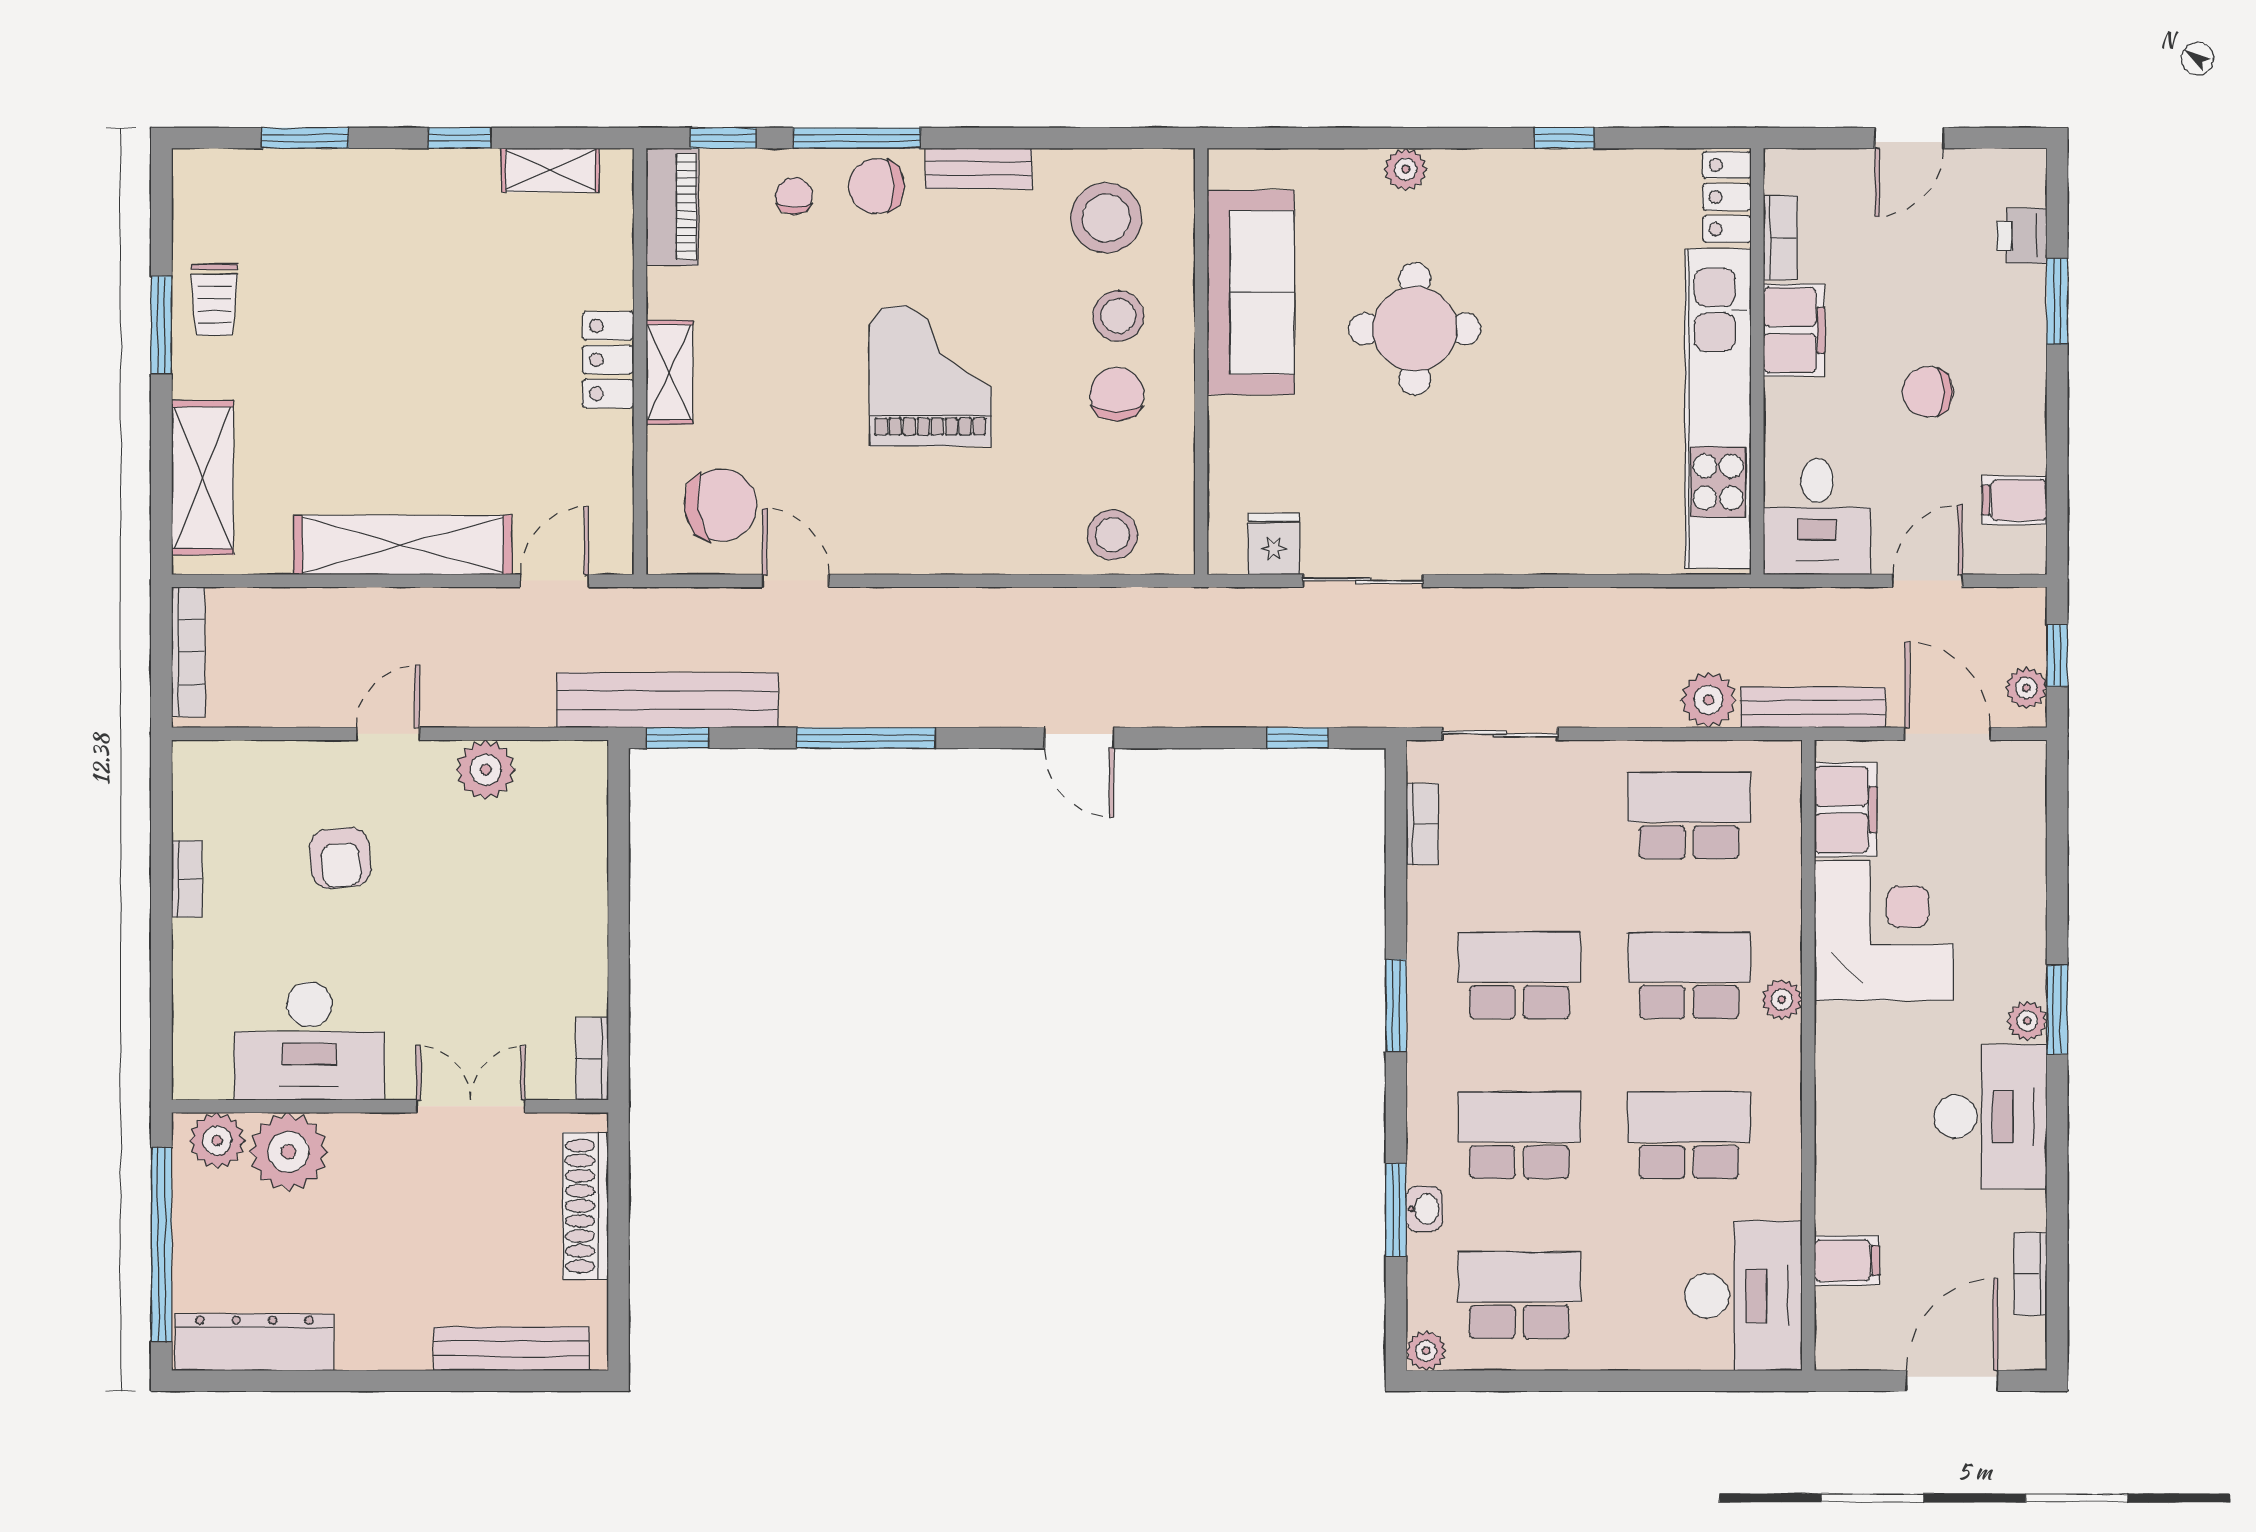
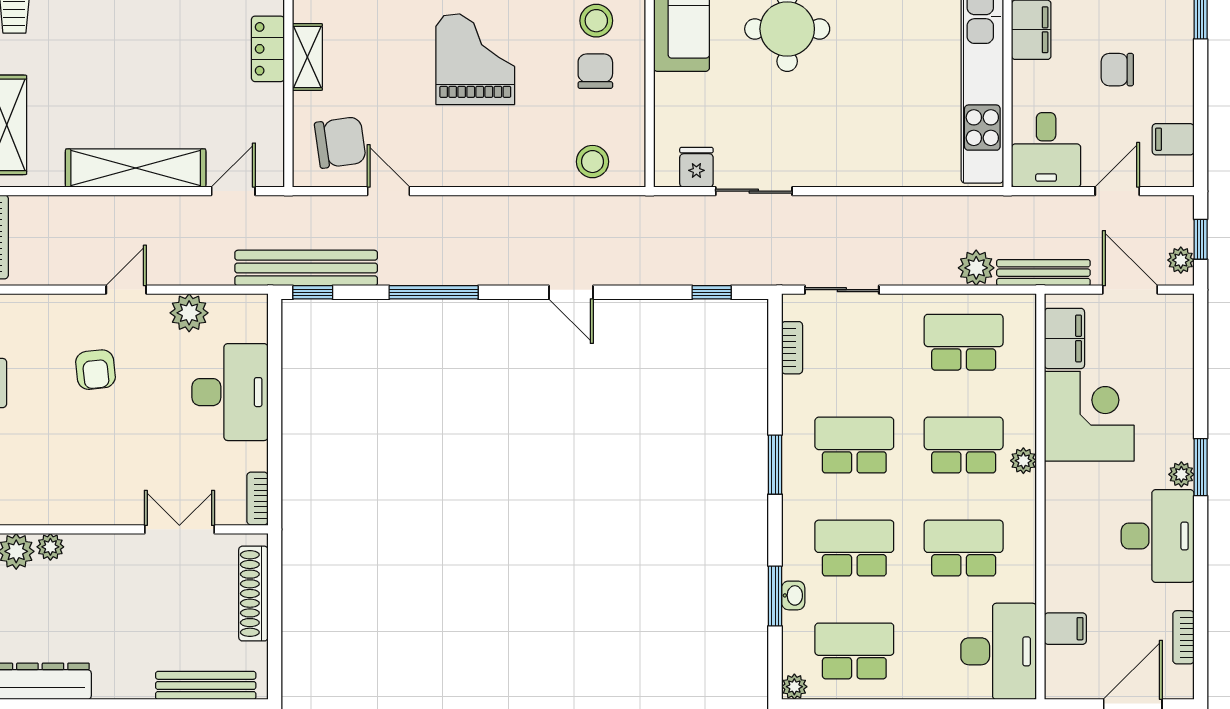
desk: (309, 1041) -> (230, 392), moved, turned -90
plant: (289, 1152) -> (50, 547), width x0.53, depth x0.53

